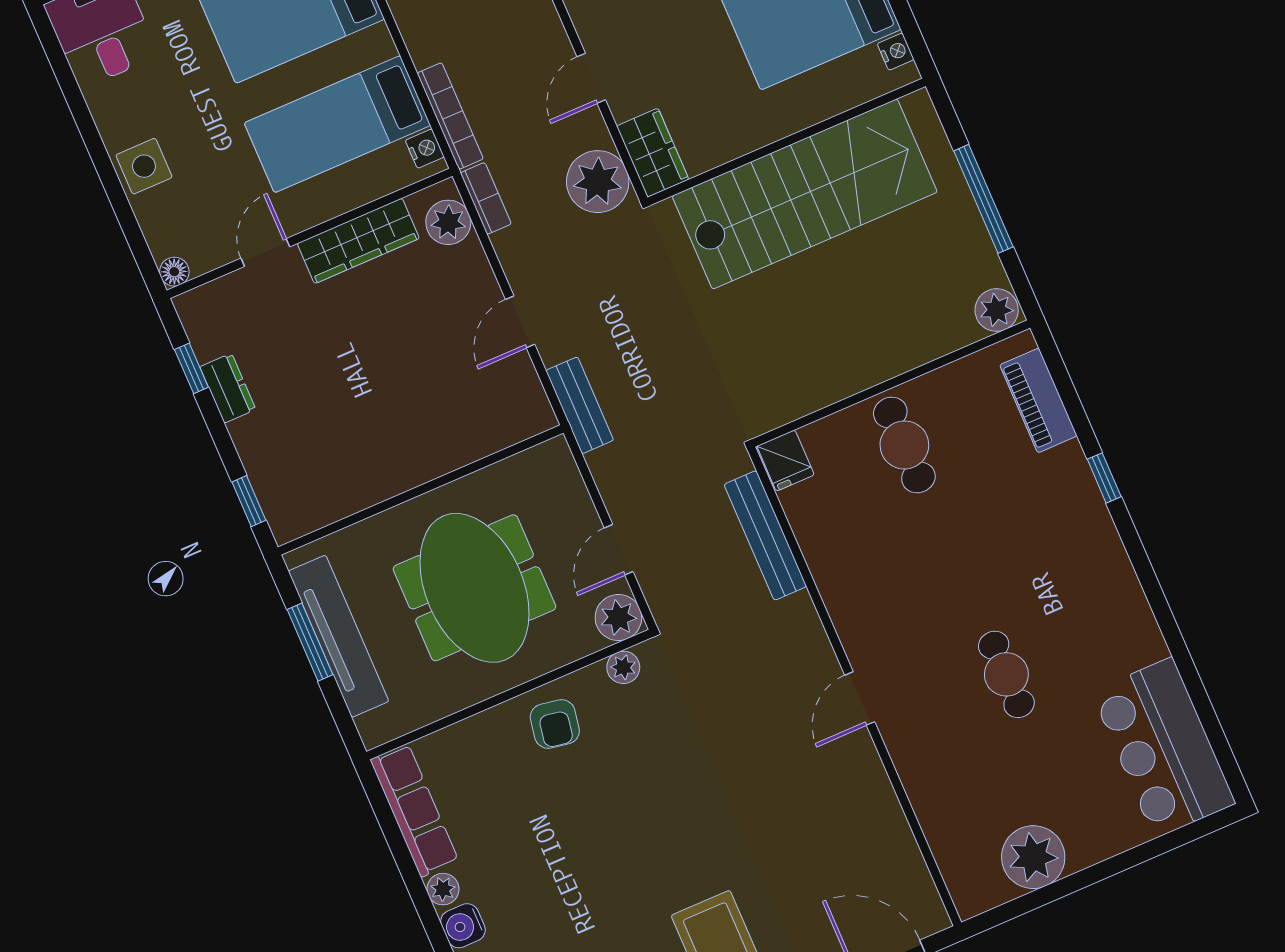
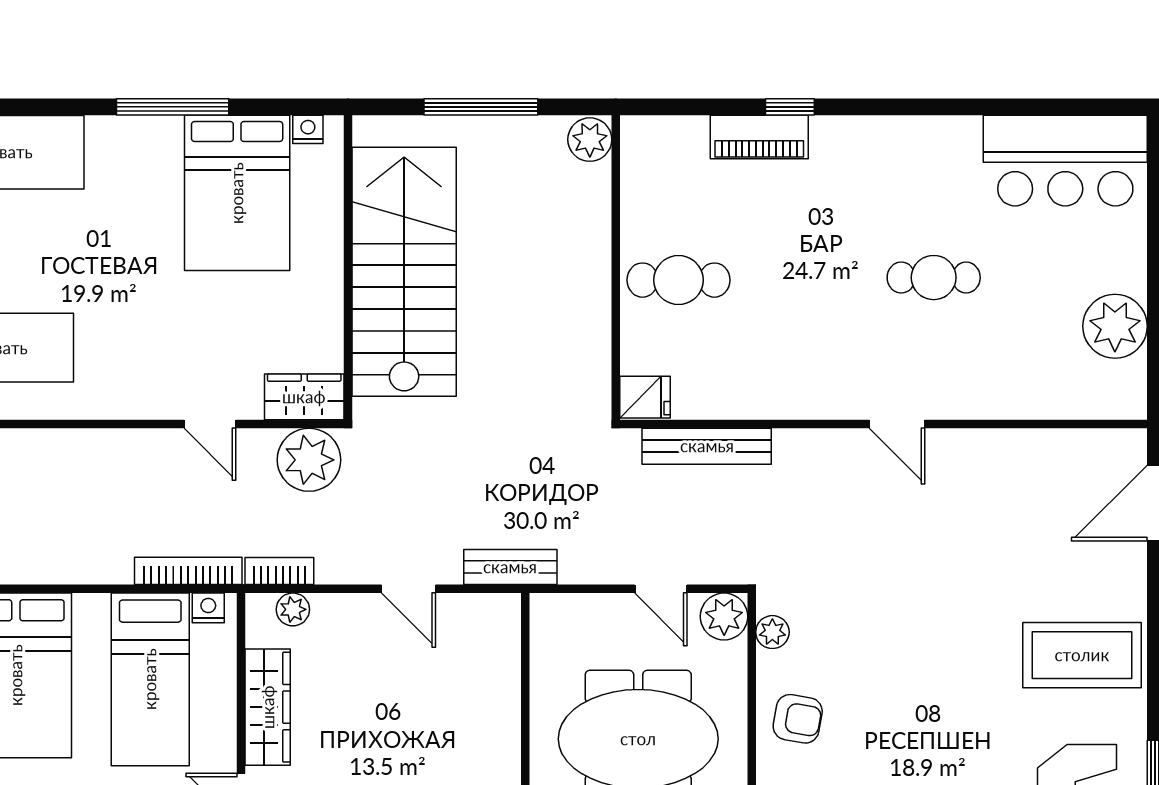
plant: (448, 222) -> (293, 609), width x0.73, depth x0.73
piano: (1038, 400) -> (759, 137), moved

